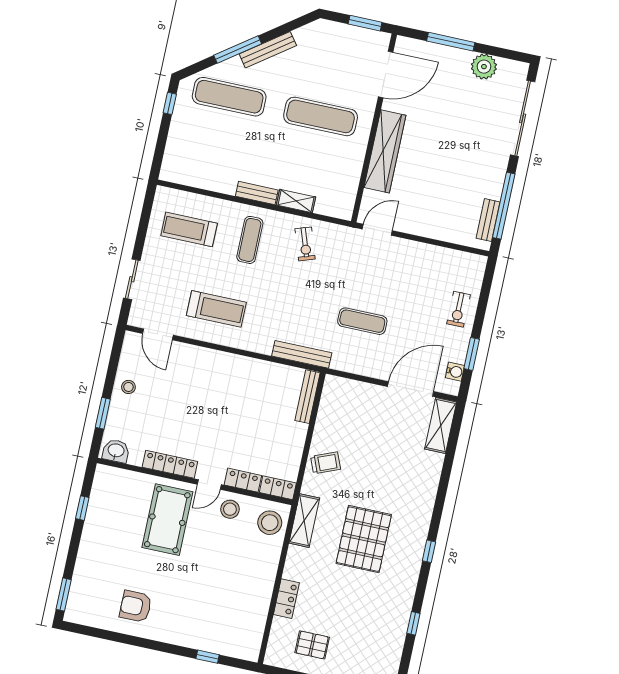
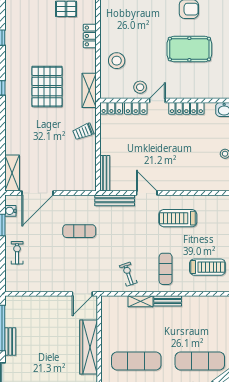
bench: (488, 220) -> (10, 341), moved
door: (158, 334) -> (147, 193), moved
pool table: (167, 520) -> (189, 49), moved, turned 90
stool: (270, 523) -> (117, 61), moved

